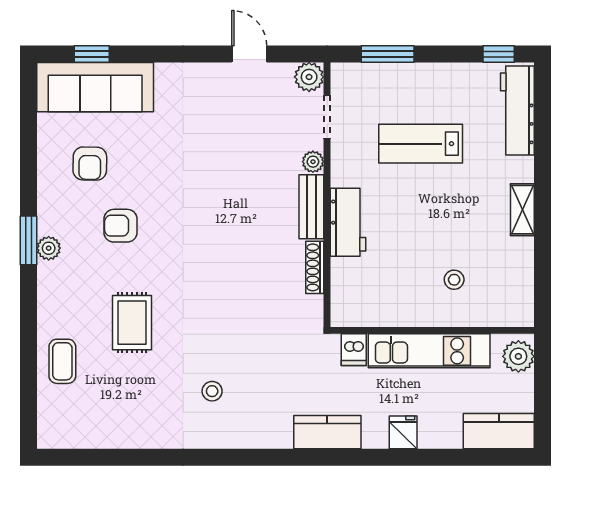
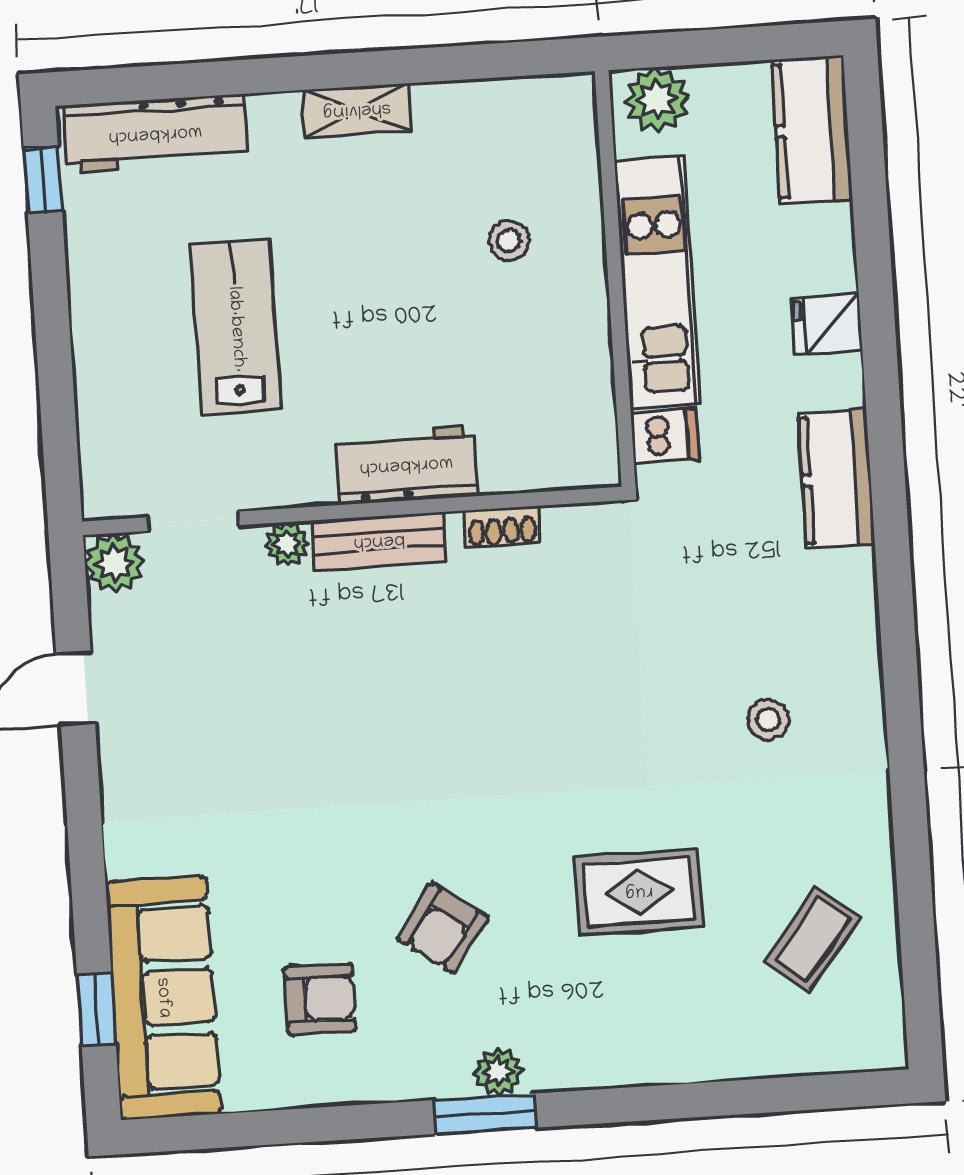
window: (388, 54) -> (57, 406), removed
lab bench: (421, 144) -> (236, 327), turned 180
armchair: (121, 226) -> (443, 928), turned 35
shoe rack: (315, 267) -> (502, 526), width x0.70
coffee table: (62, 361) -> (813, 939), moved, turned -52

